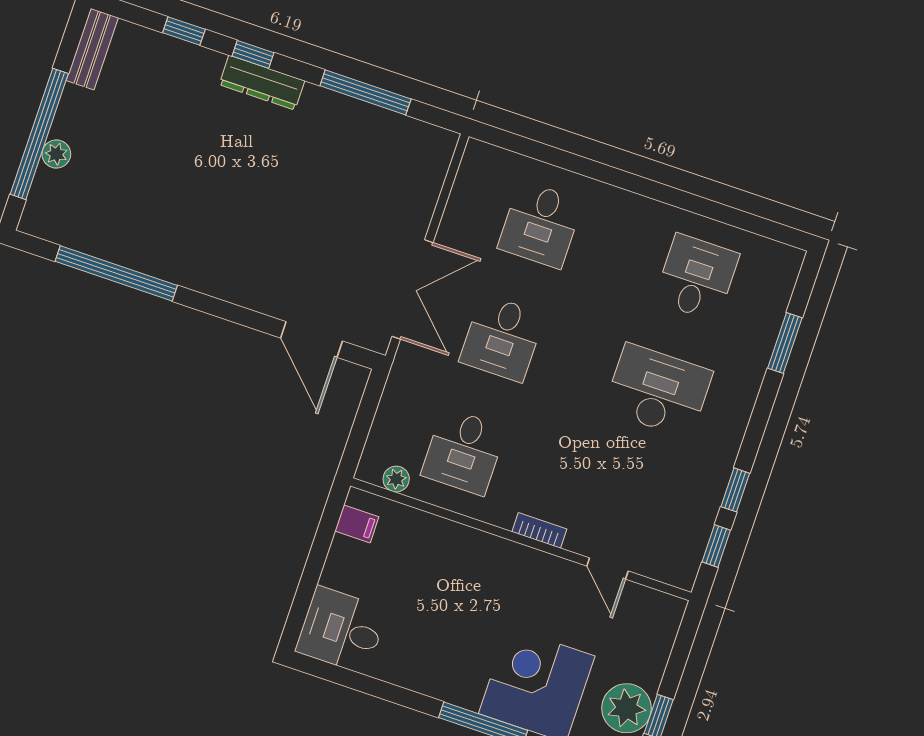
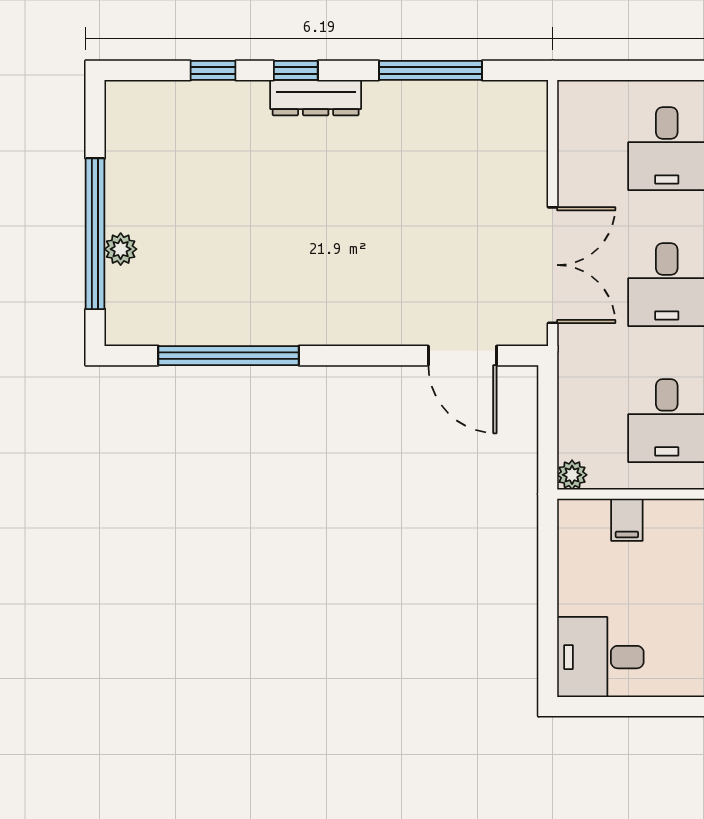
bench: (92, 49) -> (121, 123), removed
plant: (396, 479) -> (572, 475), moved
filing cabinet: (357, 524) -> (627, 520), moved, turned 90

